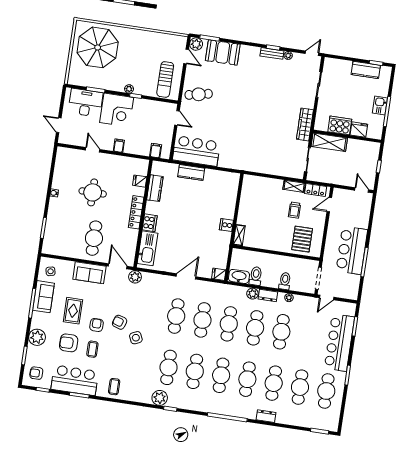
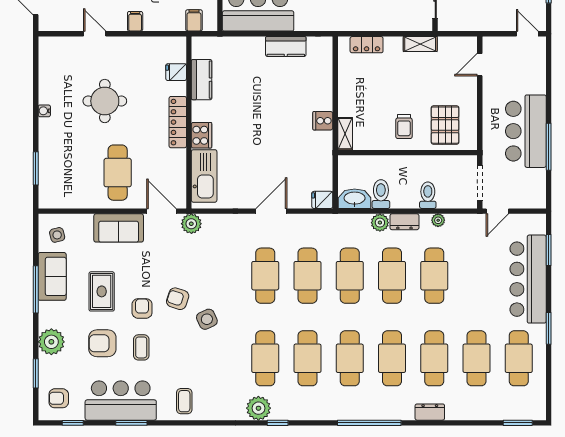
kitchen counter: (191, 173) -> (286, 46), moved
locker: (316, 190) -> (367, 45), moved
trolley: (294, 210) -> (404, 127), moved

